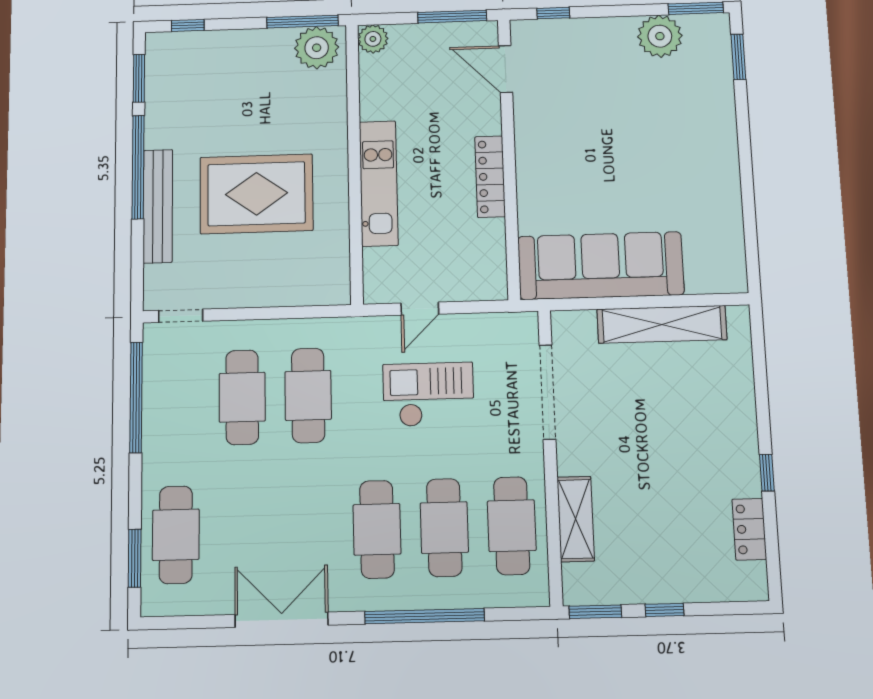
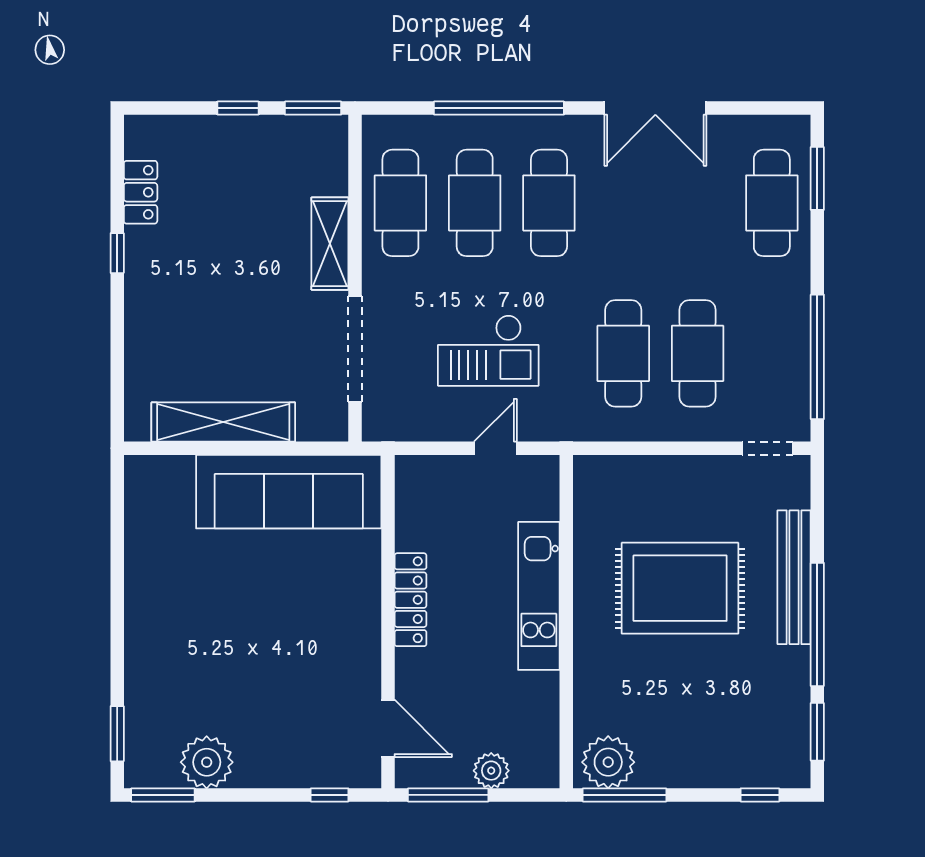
plant: (373, 39) -> (491, 771), moved
shelving: (576, 519) -> (330, 244), moved

